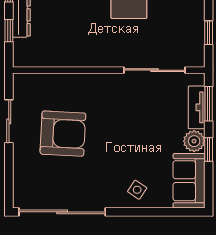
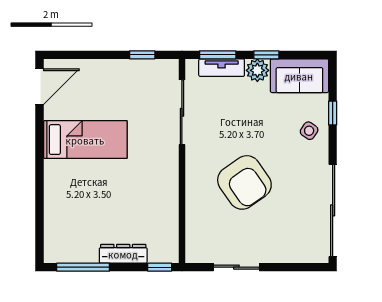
window: (9, 31) -> (160, 267), moved
armchair: (63, 134) -> (244, 182), moved, turned 142
window: (154, 212) -> (333, 113), added

